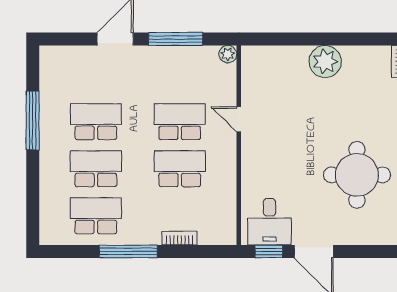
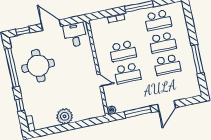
window: (269, 251) -> (23, 31), moved

